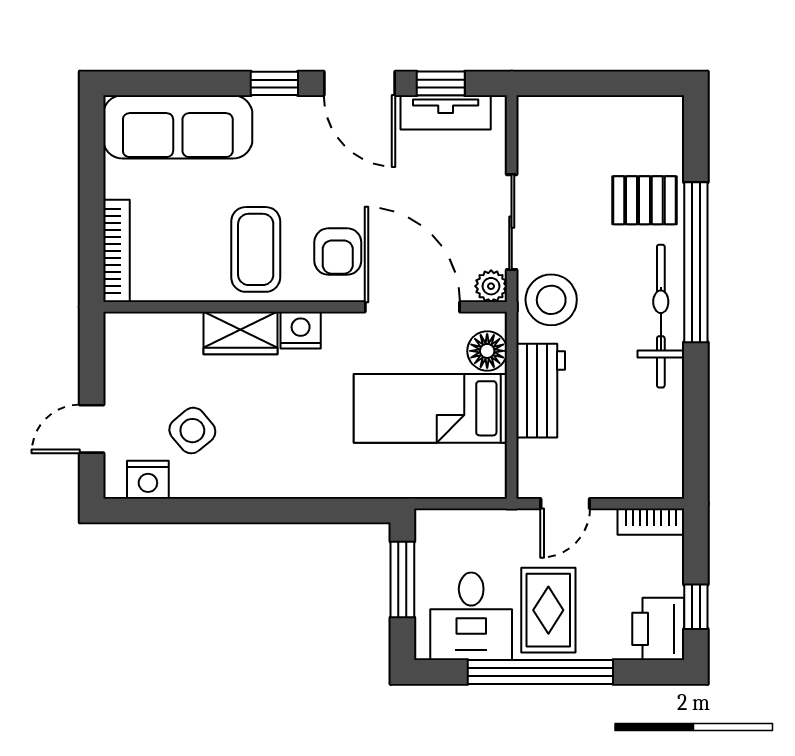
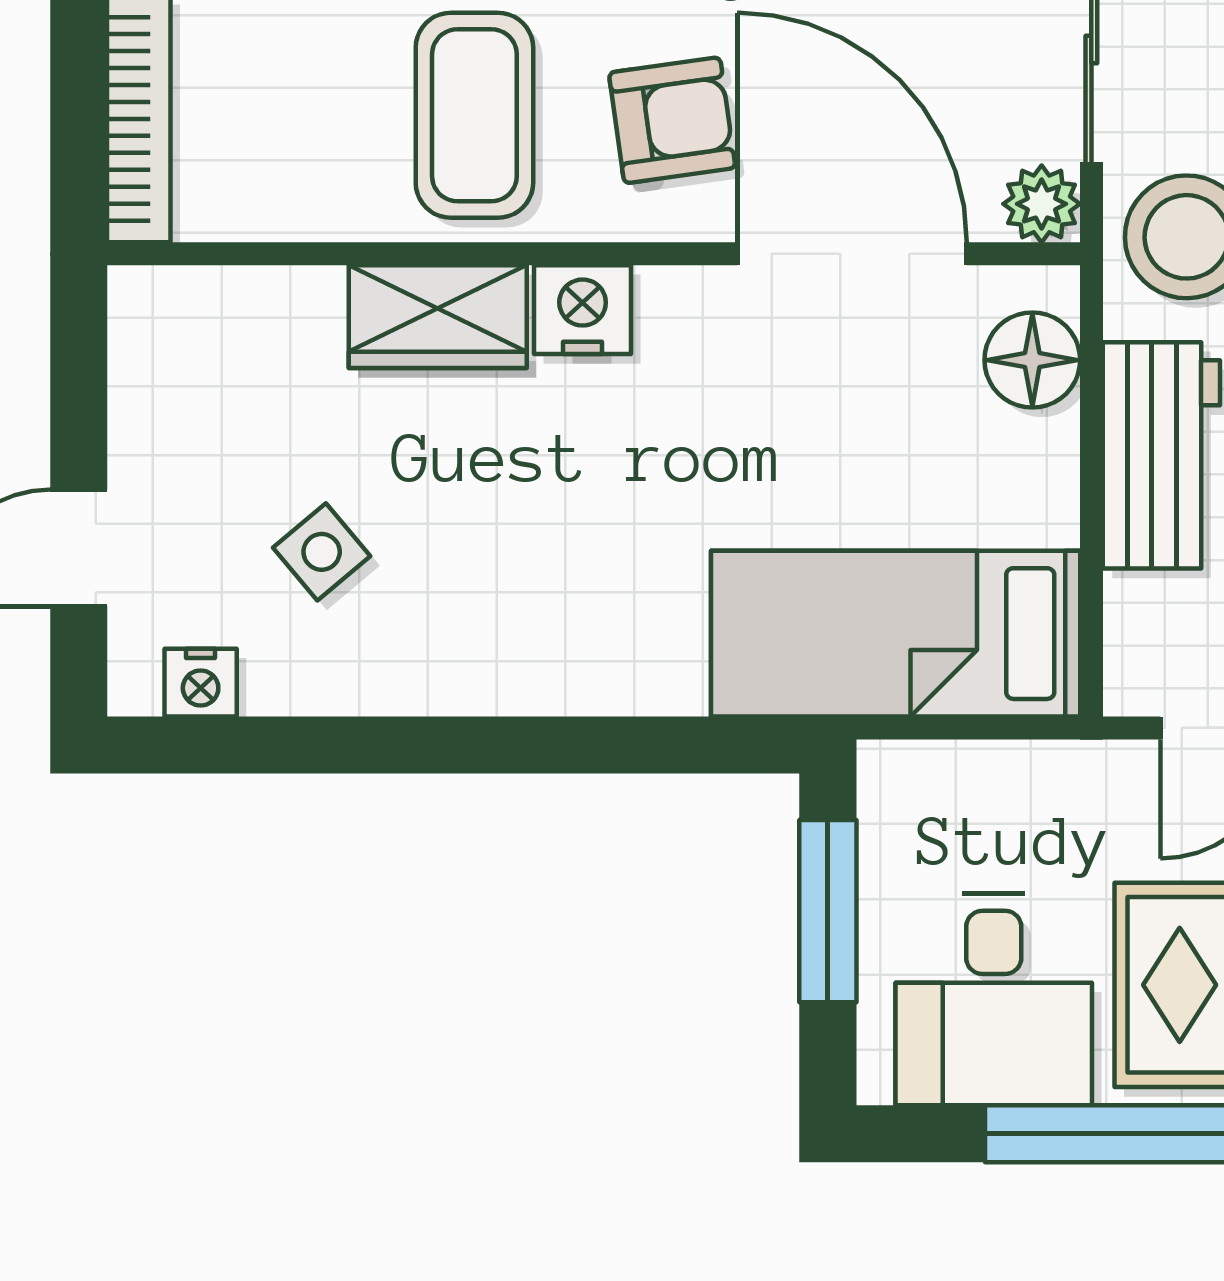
armchair: (338, 251) -> (672, 120), turned -98
bed: (430, 408) -> (896, 634), moved
side table: (192, 431) -> (322, 552), width x0.73, depth x0.73
nightstand: (148, 480) -> (201, 683), width x0.72, depth x0.74

